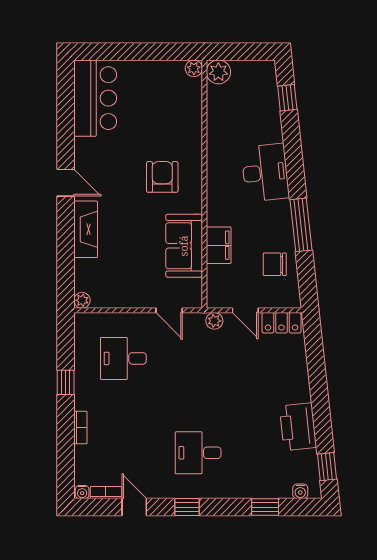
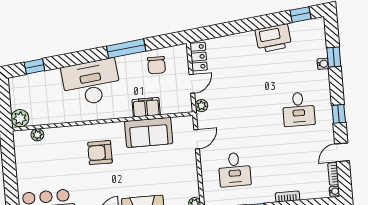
plant: (194, 68) -> (37, 135), moved
desk: (265, 173) -> (91, 83), width x1.36, depth x1.30
water cooler: (300, 491) -> (323, 64), moved

